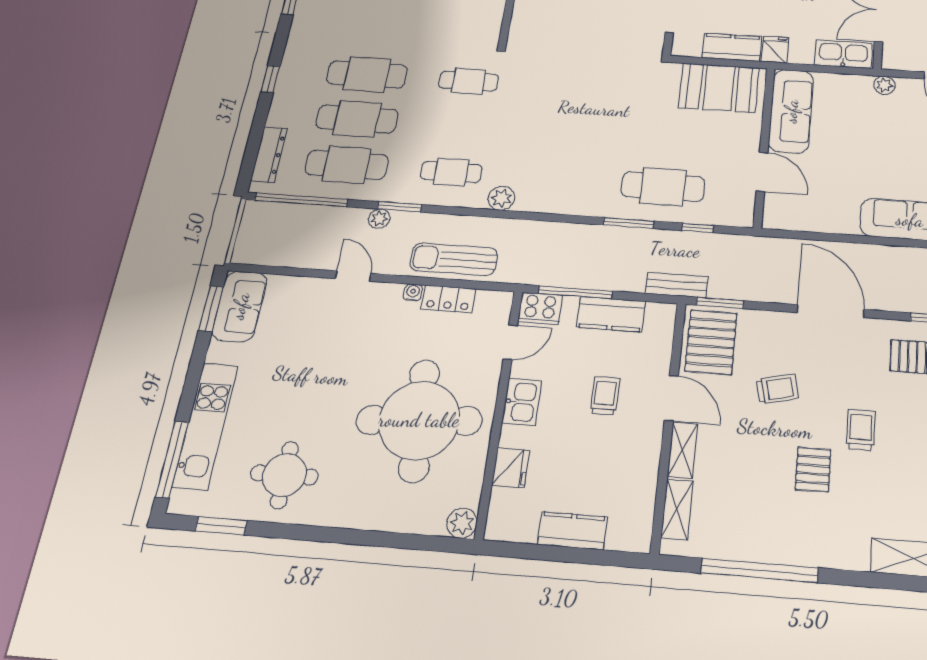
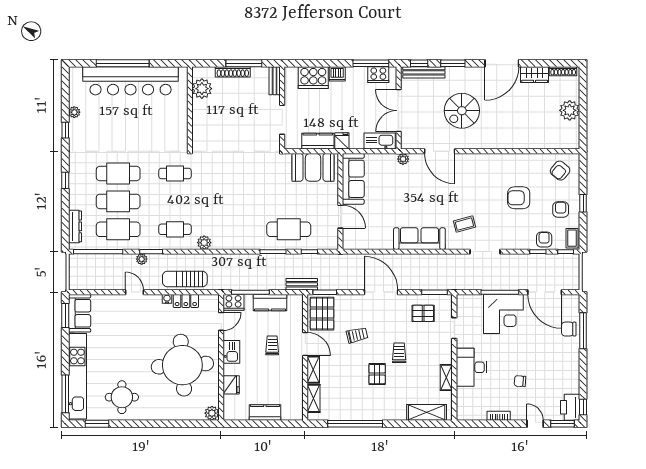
kitchen unit: (205, 426) -> (77, 376), width x1.36

